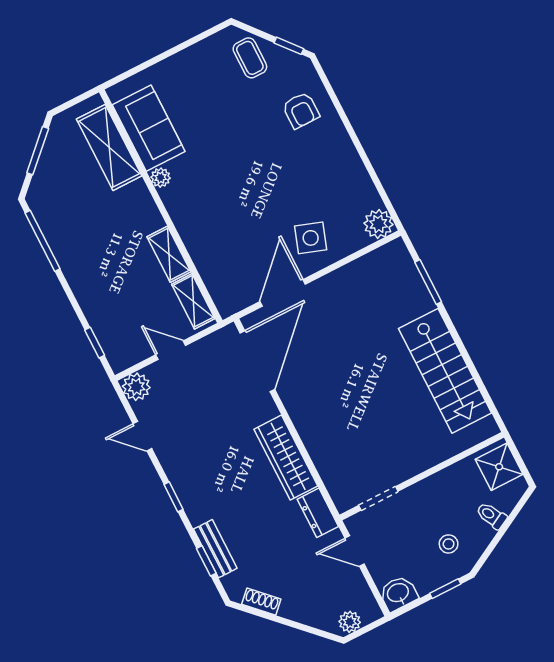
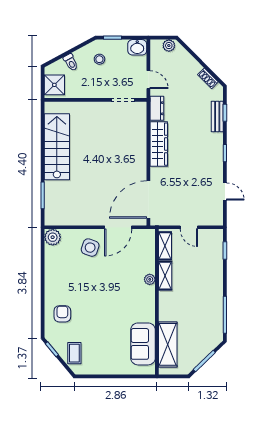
plant: (161, 178) -> (150, 279), moved
plant: (136, 387) -> (215, 218), removed

